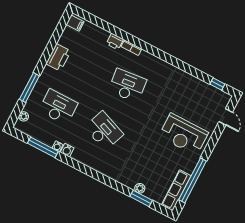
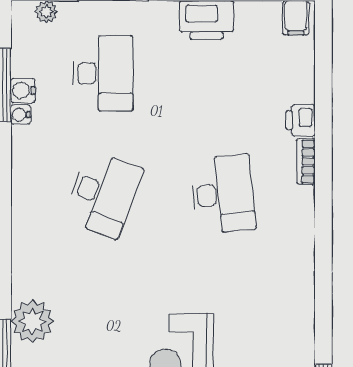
water cooler: (67, 150) -> (23, 90), moved
plant: (140, 188) -> (32, 321), width x1.87, depth x1.87

